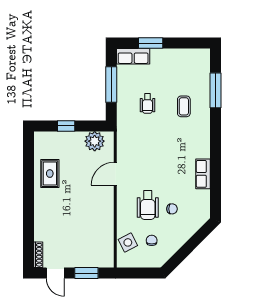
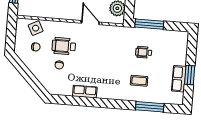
window: (151, 43) -> (190, 75), moved
row of seats: (133, 56) -> (179, 79), moved
window: (111, 84) -> (149, 24), moved

